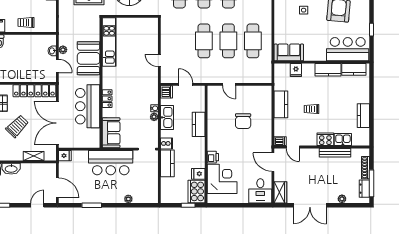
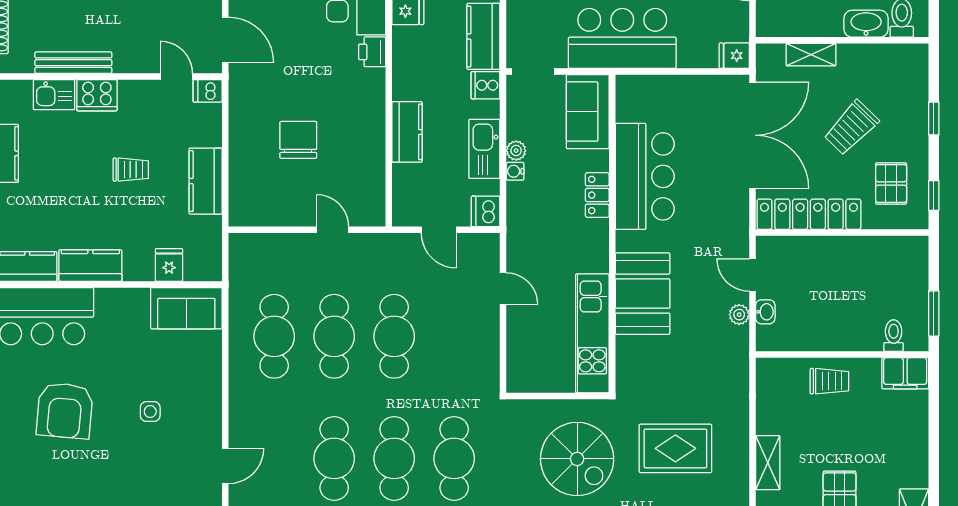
kitchen unit: (109, 42) -> (592, 333), moved
booth: (89, 58) -> (643, 294), moved
wall: (101, 83) -> (612, 234), moved
locker: (107, 99) -> (597, 195), moved
bar counter: (88, 106) -> (645, 176), moved
sofa: (111, 133) -> (588, 112), moved

